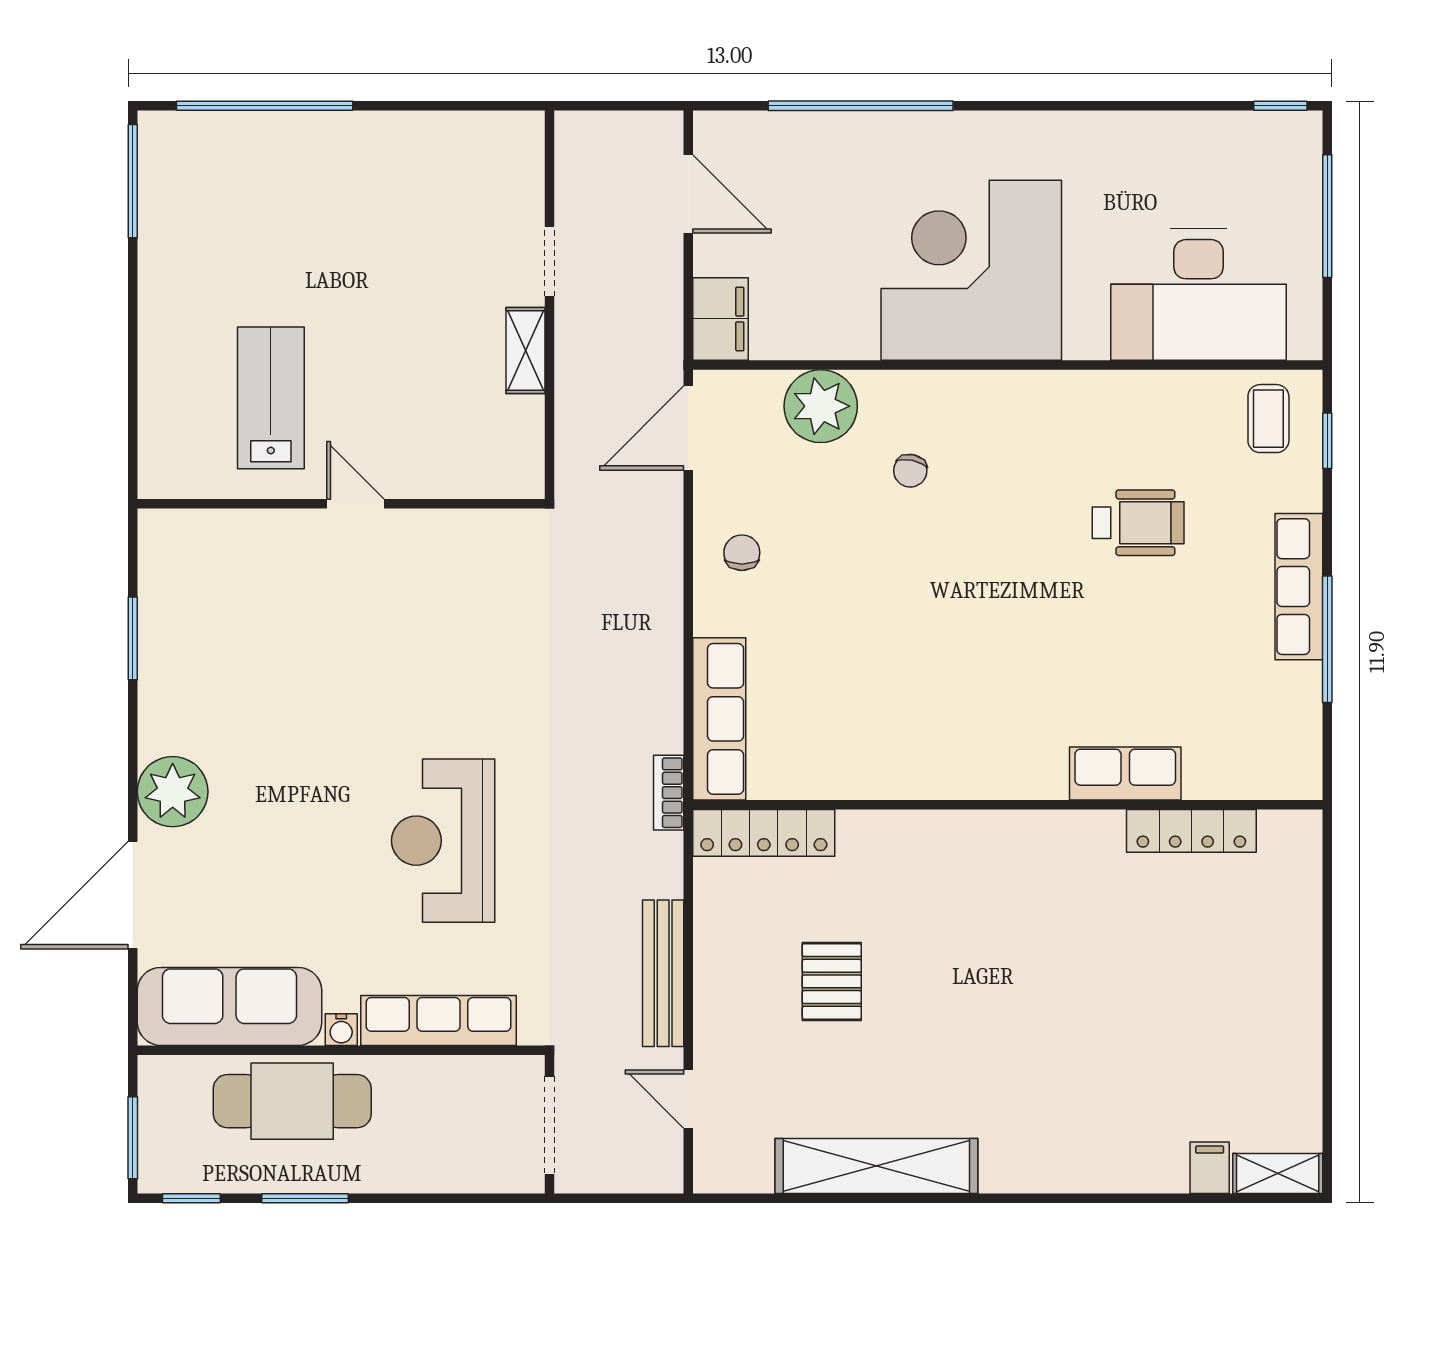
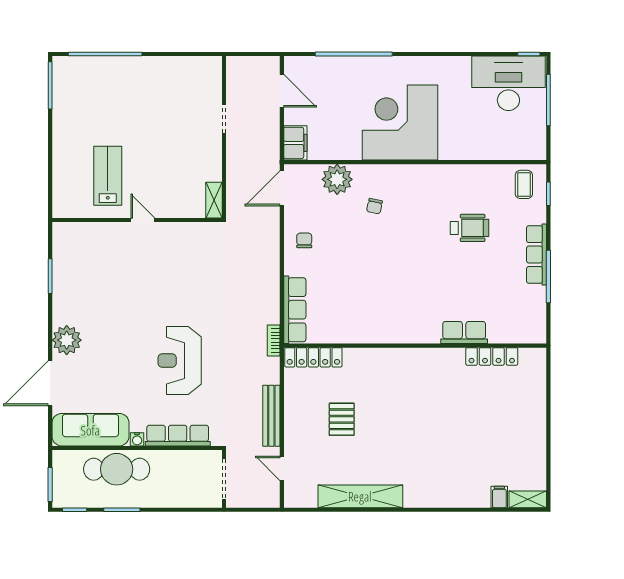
desk: (1198, 295) -> (508, 83), moved, turned 180
shelving: (525, 350) -> (214, 200), moved

